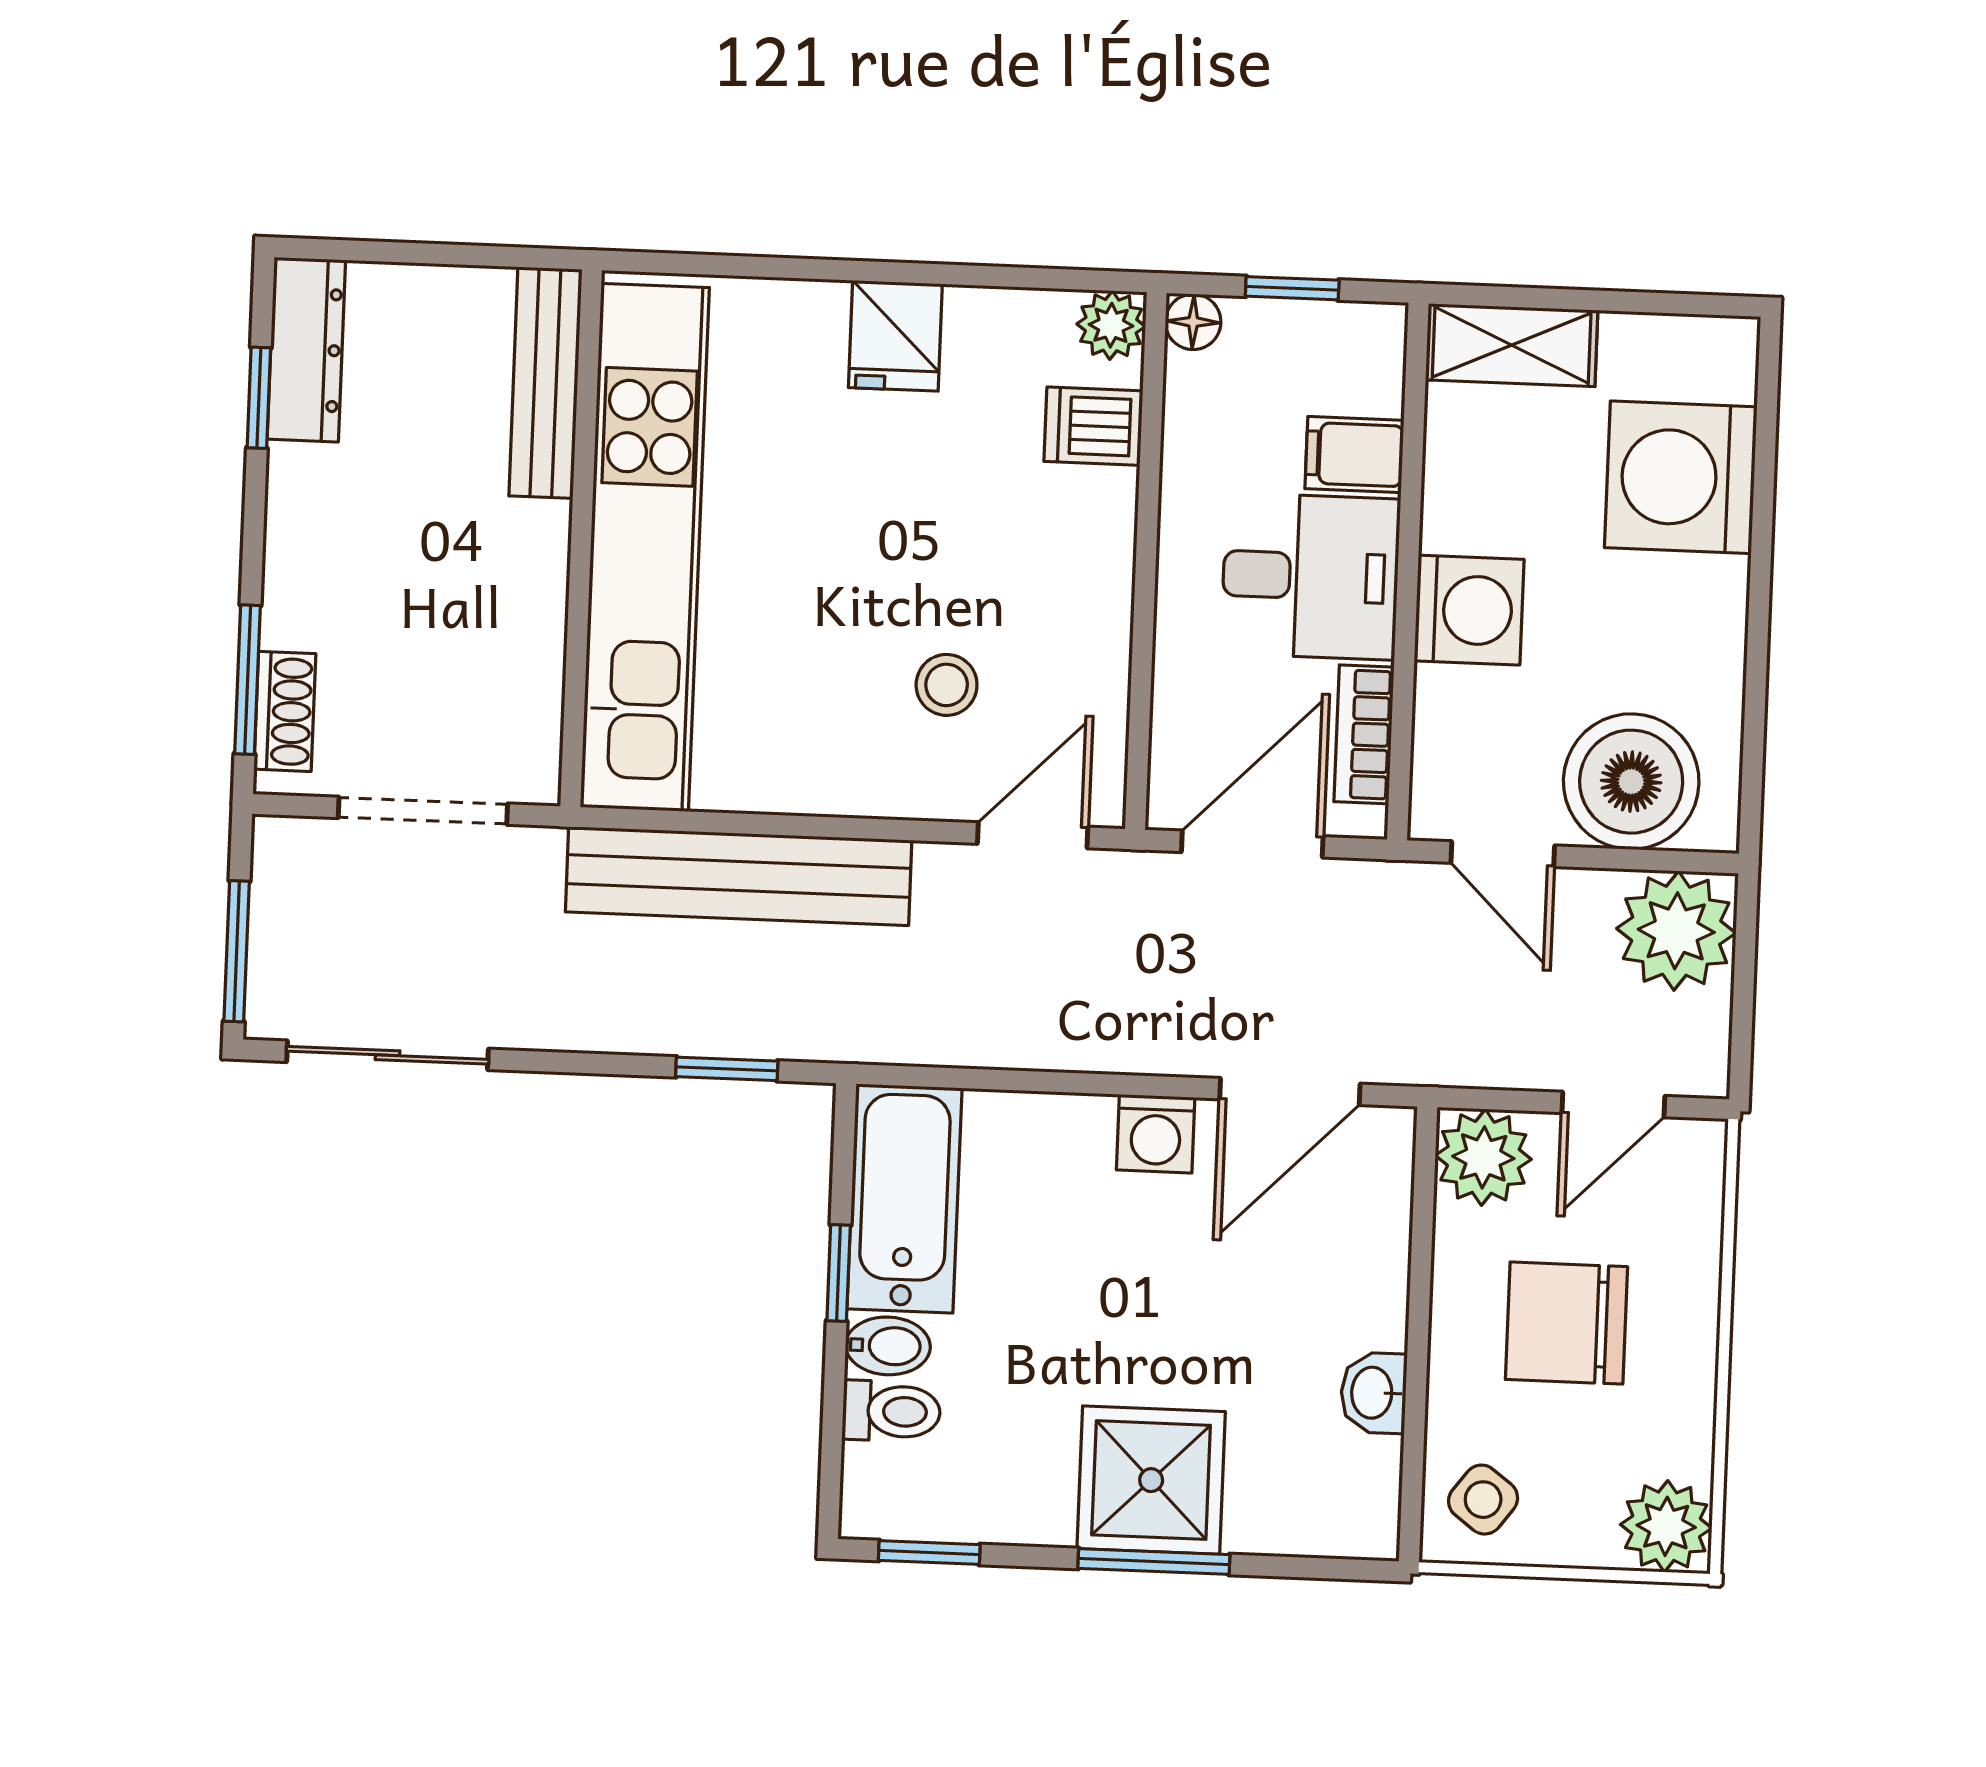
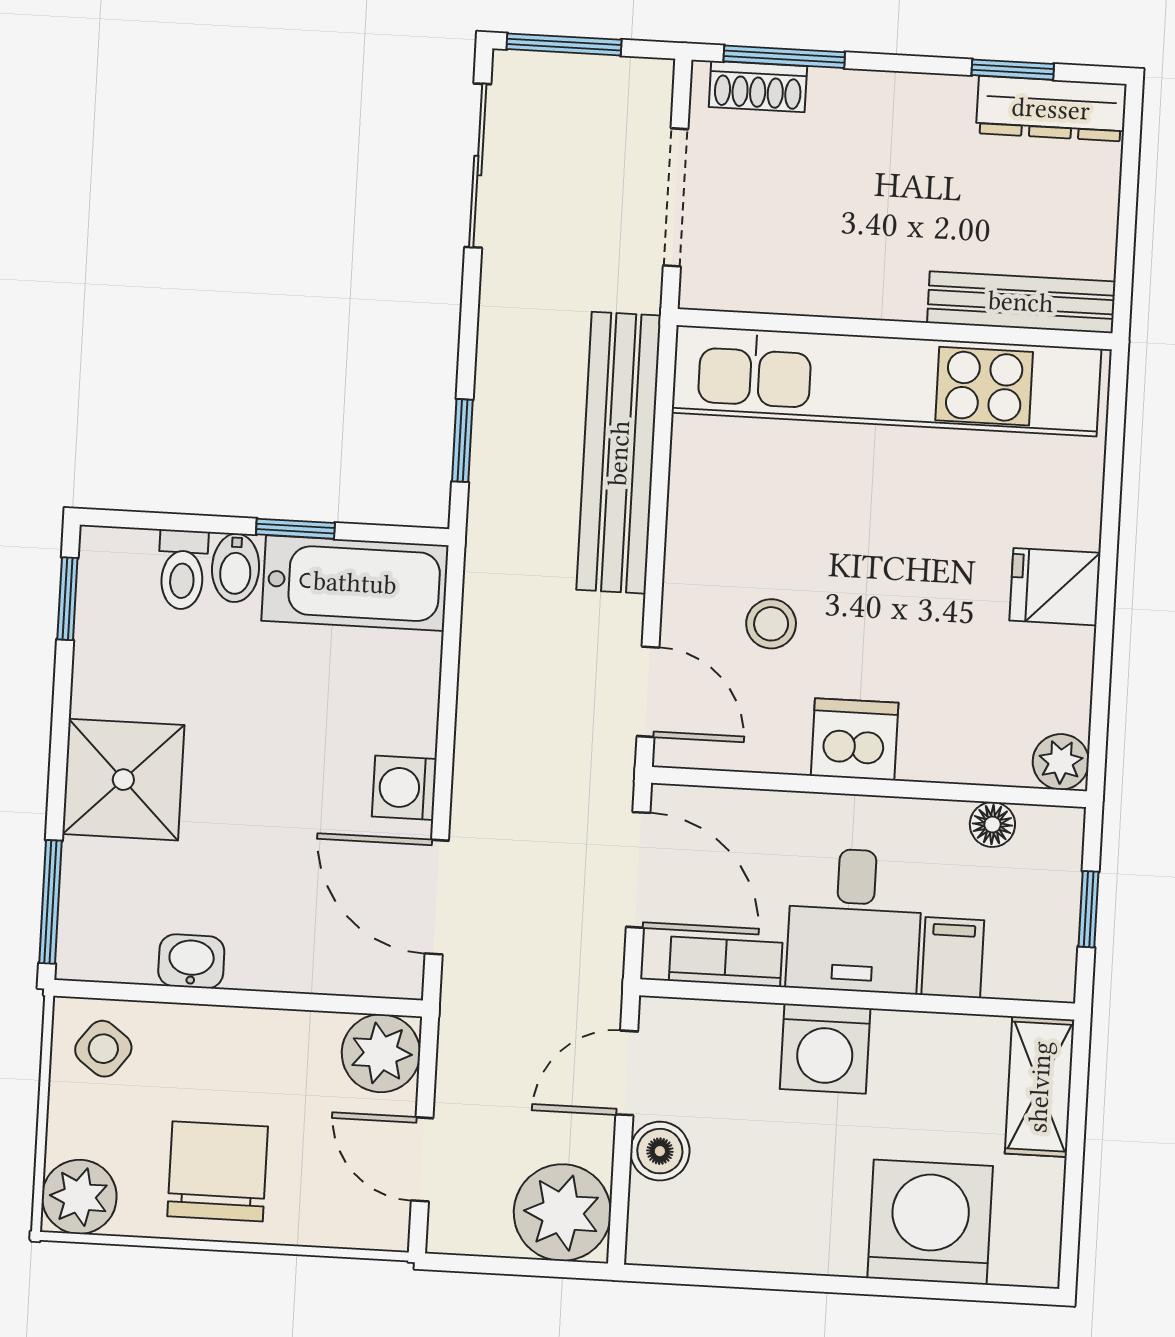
floor lamp: (1193, 322) -> (992, 825), moved
dishwasher: (1093, 426) -> (855, 739), moved, width x1.38
boiler: (1631, 782) -> (660, 1151), width x0.54, depth x0.54
chair: (1566, 1323) -> (218, 1171), moved
window: (1154, 1562) -> (50, 902), moved

